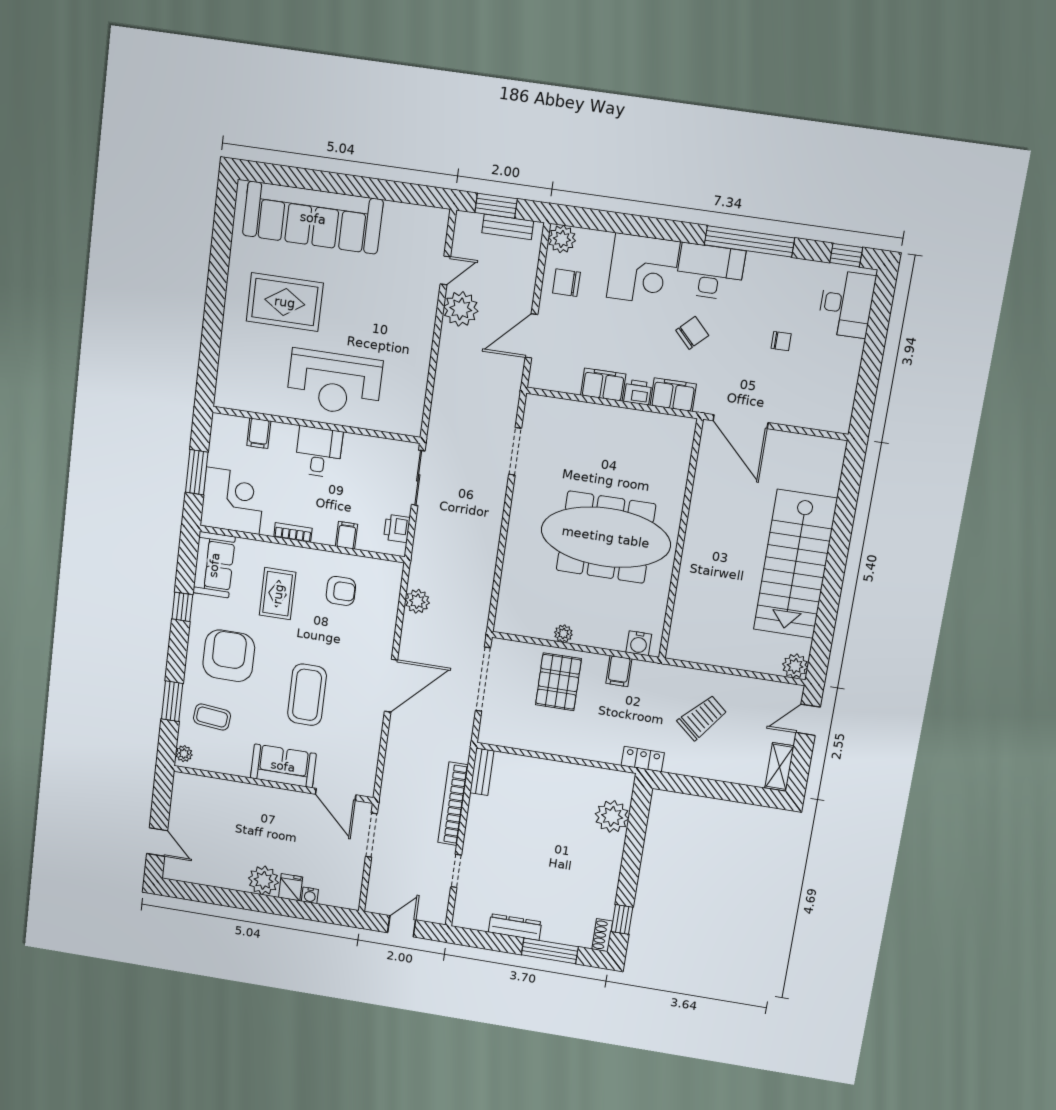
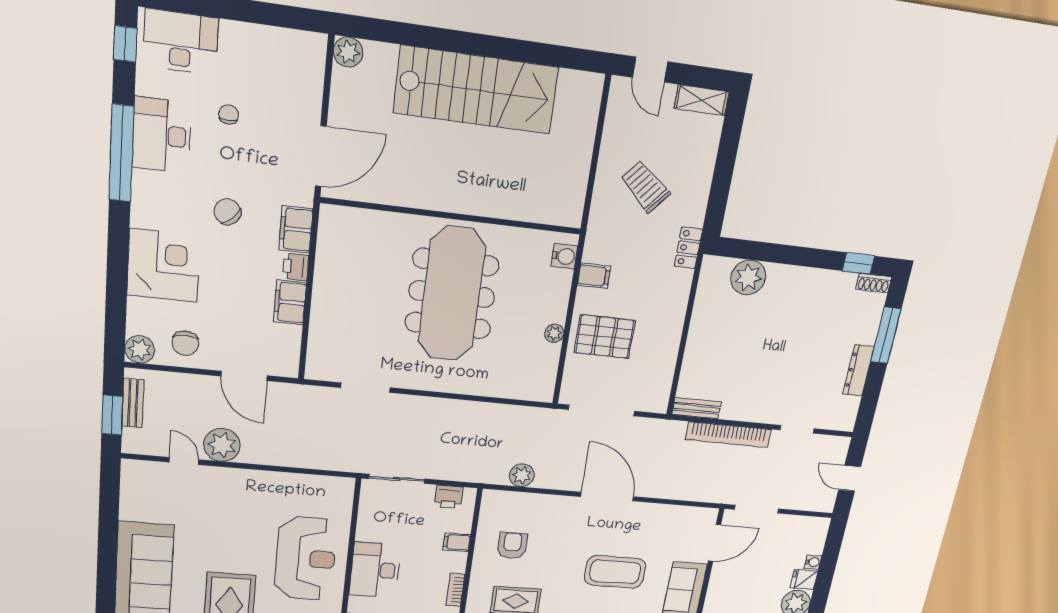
desk: (710, 272) -> (162, 135), moved
desk: (319, 452) -> (375, 570), width x1.37
plant: (795, 666) -> (348, 52), moved

